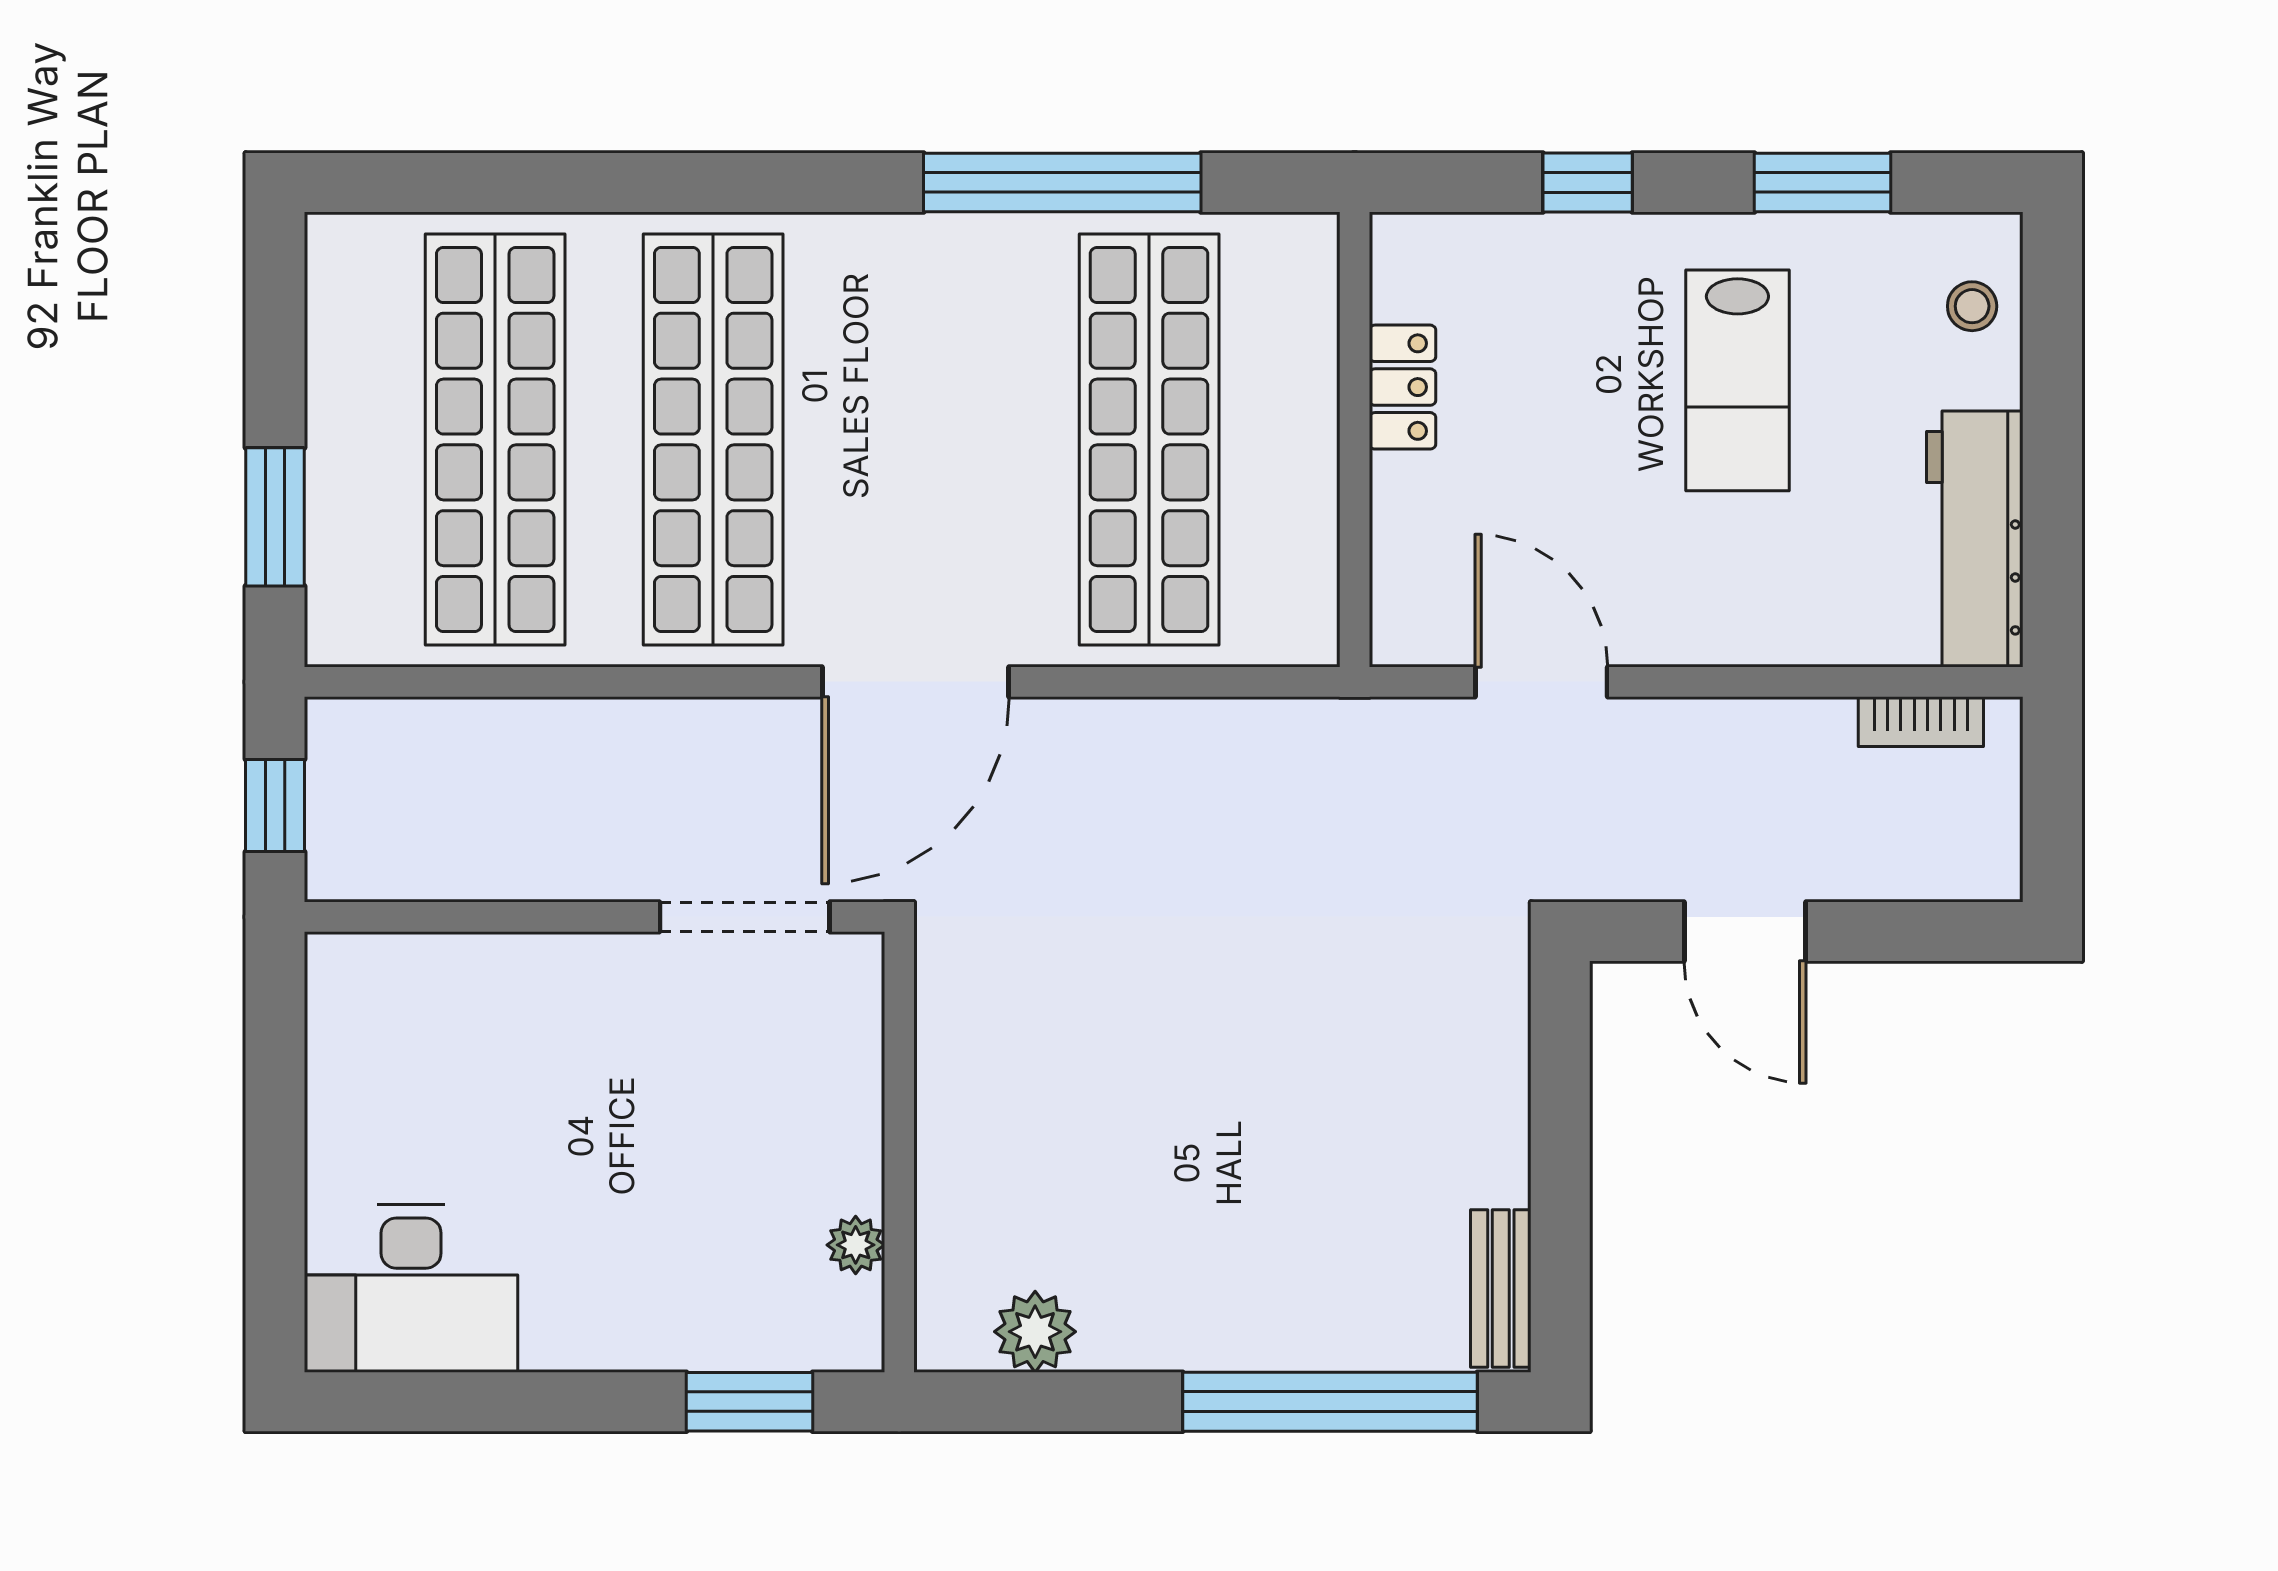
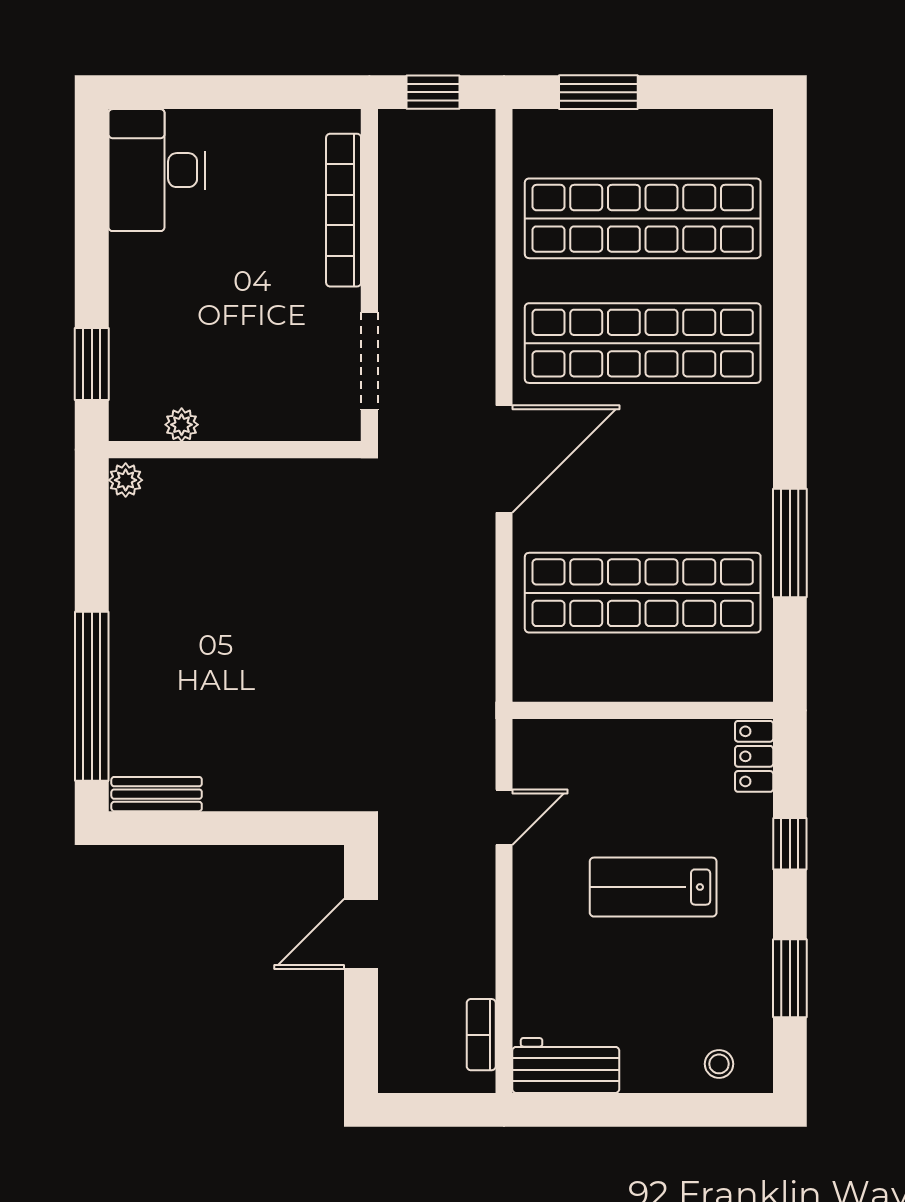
window: (1062, 182) -> (790, 543), width x0.68
lab bench: (1737, 380) -> (653, 887), moved
locker: (1402, 387) -> (754, 756), moved, turned 90
workbench: (1975, 539) -> (566, 1066), width x0.73
door: (915, 682) -> (504, 459), swing flipped
door: (1541, 682) -> (504, 817), width x0.73
bookcase: (481, 962) -> (344, 210), added
plant: (1035, 1332) -> (126, 480), moved, width x0.73, depth x0.73

